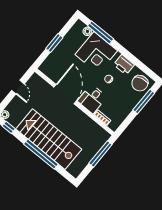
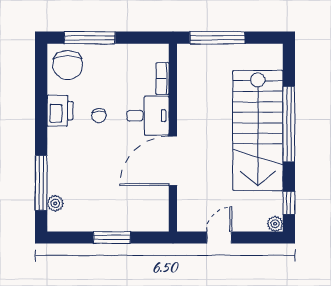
corner desk: (96, 53) -> (76, 165), removed
chair: (140, 83) -> (68, 65), turned 103

